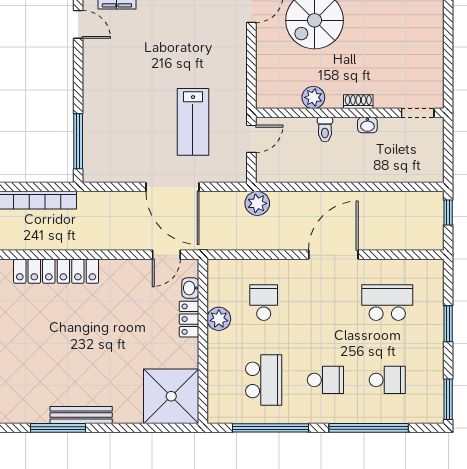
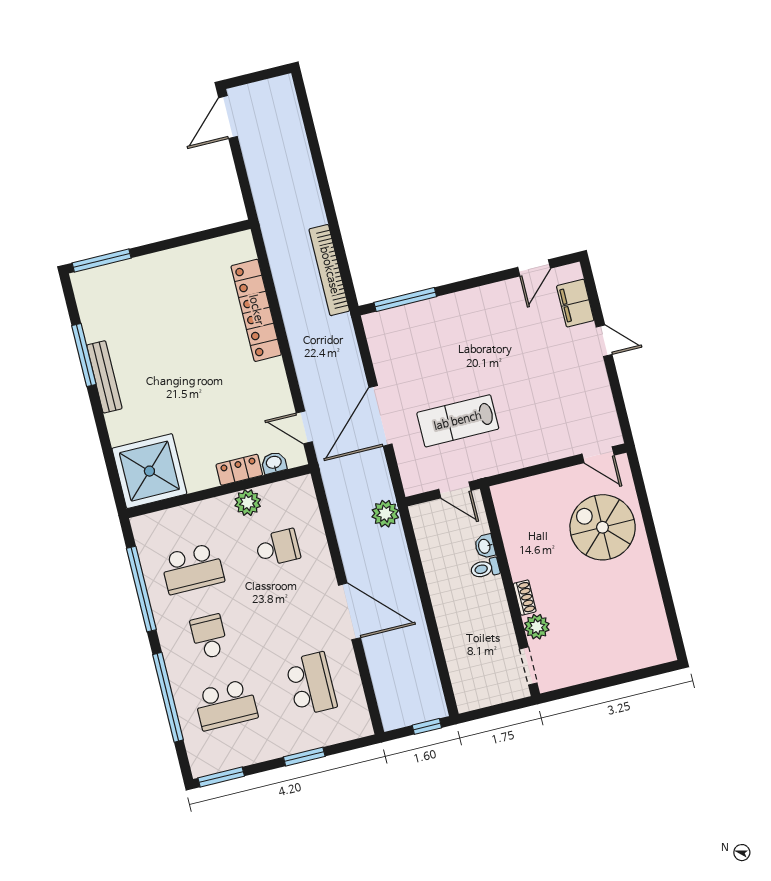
plant: (313, 97) -> (537, 627), moved
washbasin: (367, 125) -> (485, 546), moved
school desk: (325, 380) -> (209, 637), turned 180
school desk: (387, 380) -> (226, 705), width x1.85

